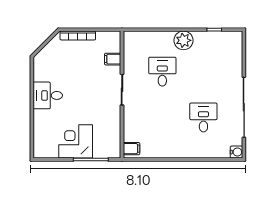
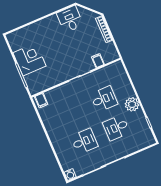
desk: (203, 72) -> (116, 128), added
desk: (48, 95) -> (70, 19), moved

